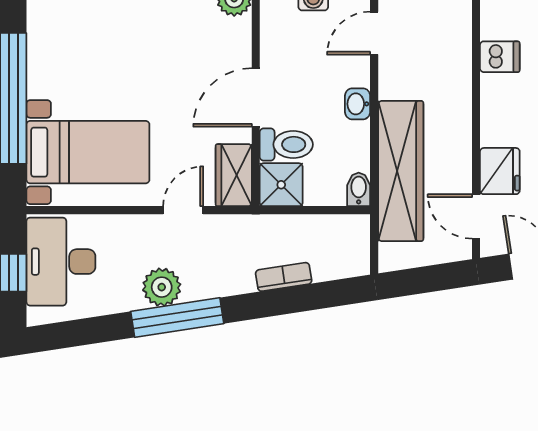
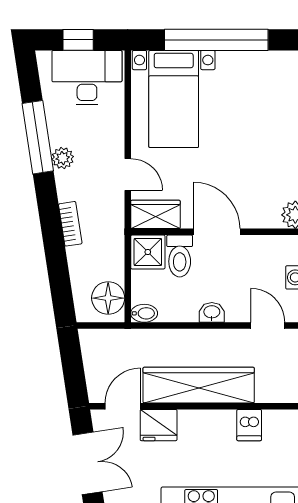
wardrobe: (401, 171) -> (199, 385), moved, turned 180
floor lamp: (339, 235) -> (108, 298), added
bookcase: (284, 277) -> (70, 224), moved
plant: (162, 287) -> (63, 158), width x0.73, depth x0.73
window: (177, 317) -> (38, 137), moved

